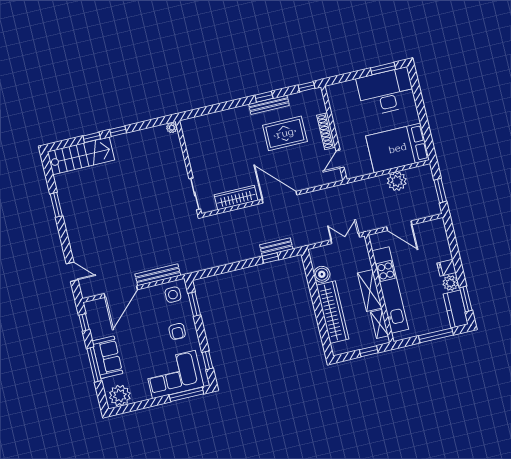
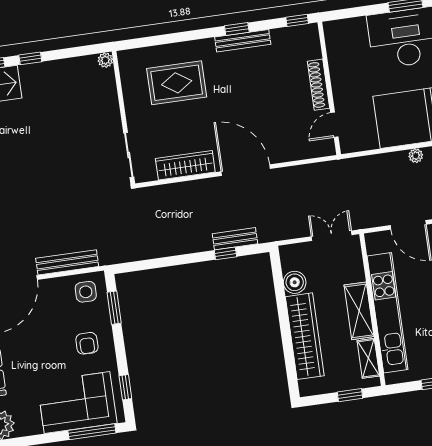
rug: (285, 133) -> (177, 83), moved
plant: (397, 181) -> (416, 156), width x0.53, depth x0.53

